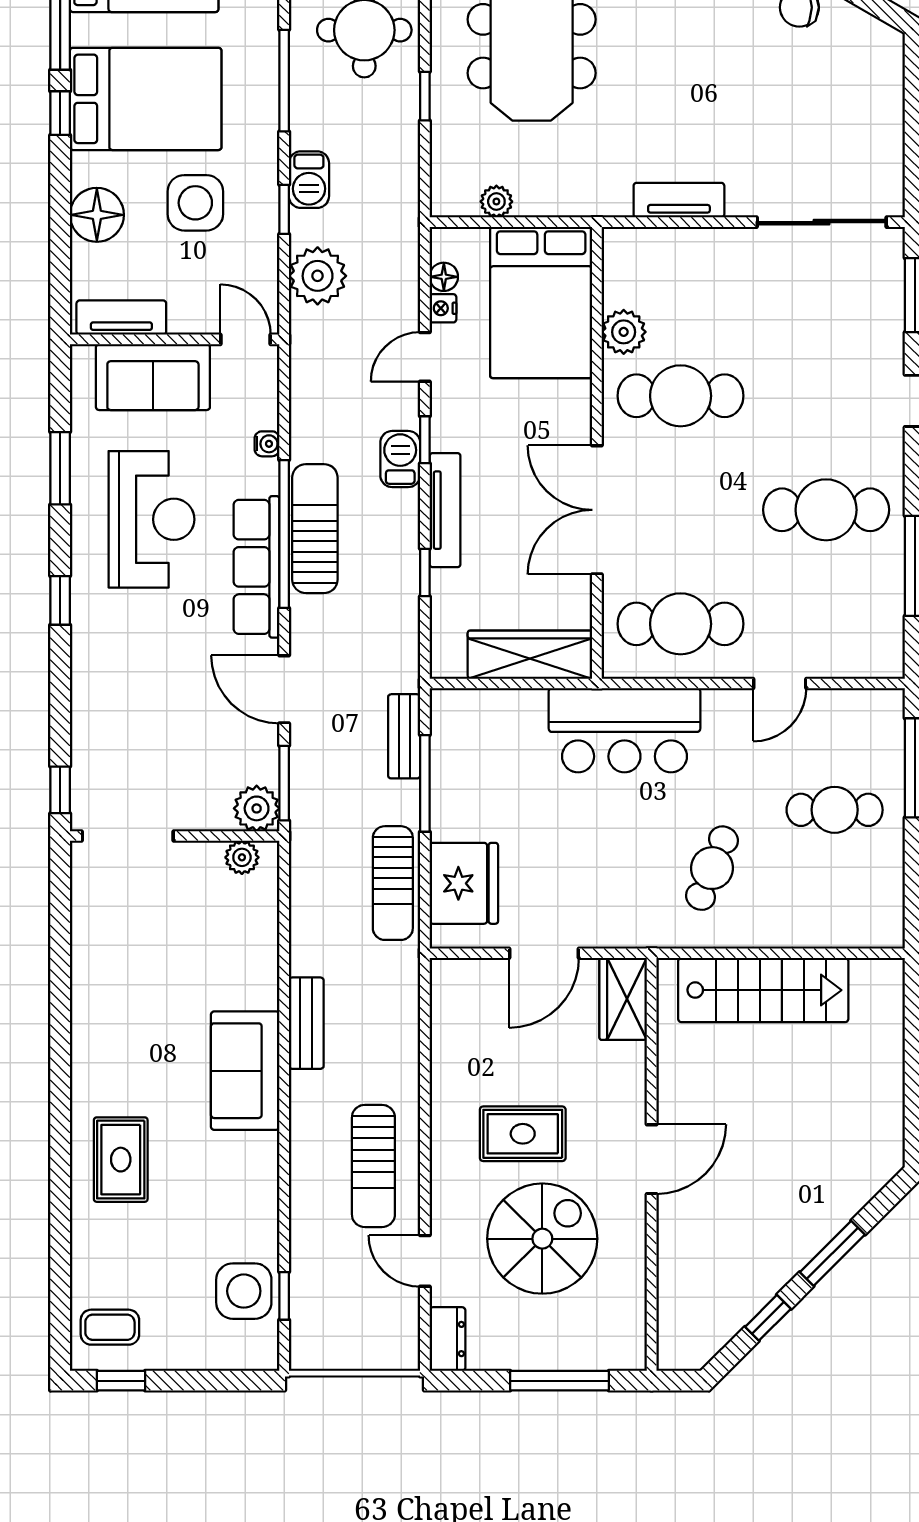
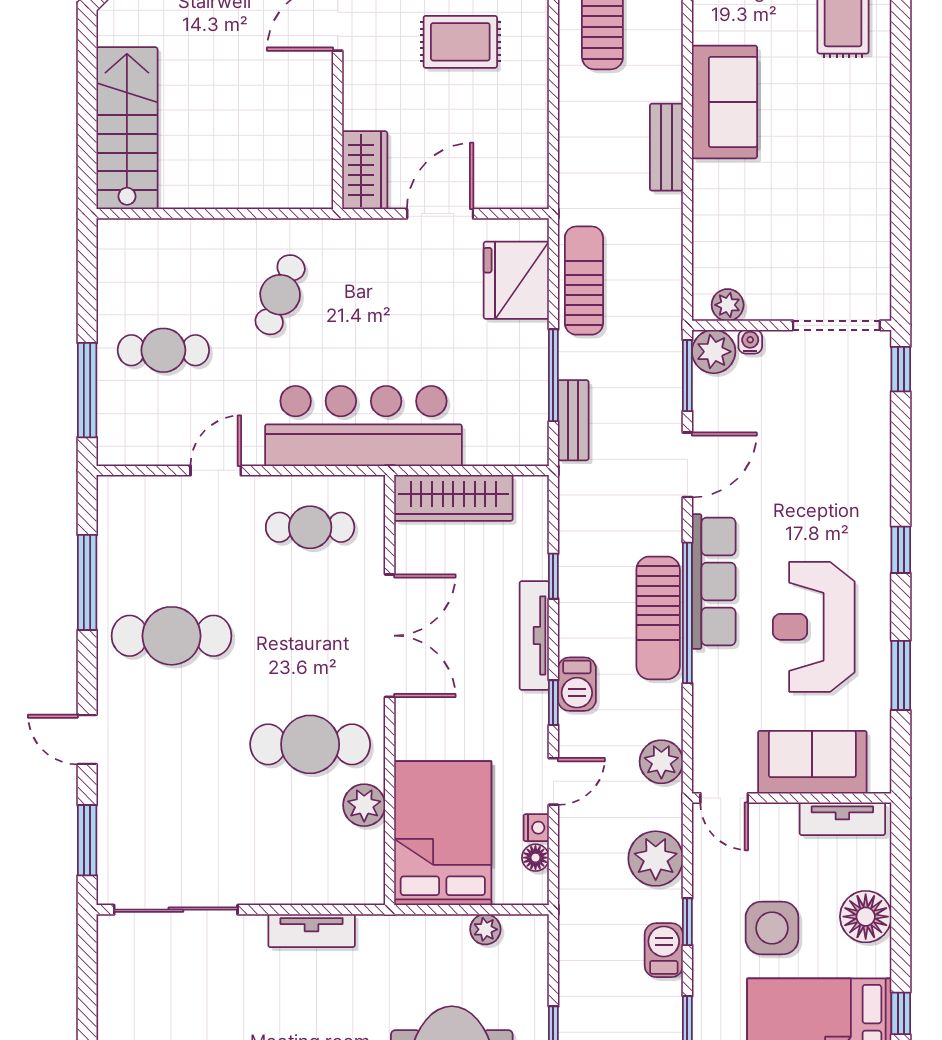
plant: (312, 378) -> (661, 762), added
water cooler: (267, 444) -> (750, 342), moved, turned 90
cafe table: (681, 624) -> (310, 527), width x0.73, depth x0.74
door: (284, 689) -> (687, 465), hinge flipped
bar counter: (624, 730) -> (363, 426), width x1.36
stairs: (763, 990) -> (127, 128), moved, turned 90

